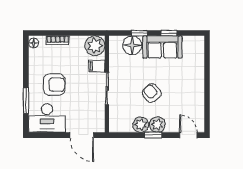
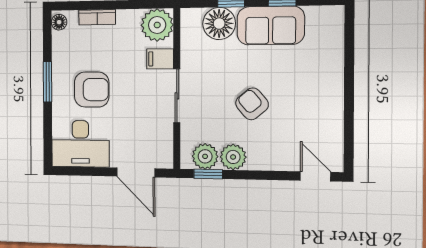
window: (26, 101) -> (48, 82), moved
plant: (157, 125) -> (205, 156), moved
window: (153, 135) -> (208, 174), moved

